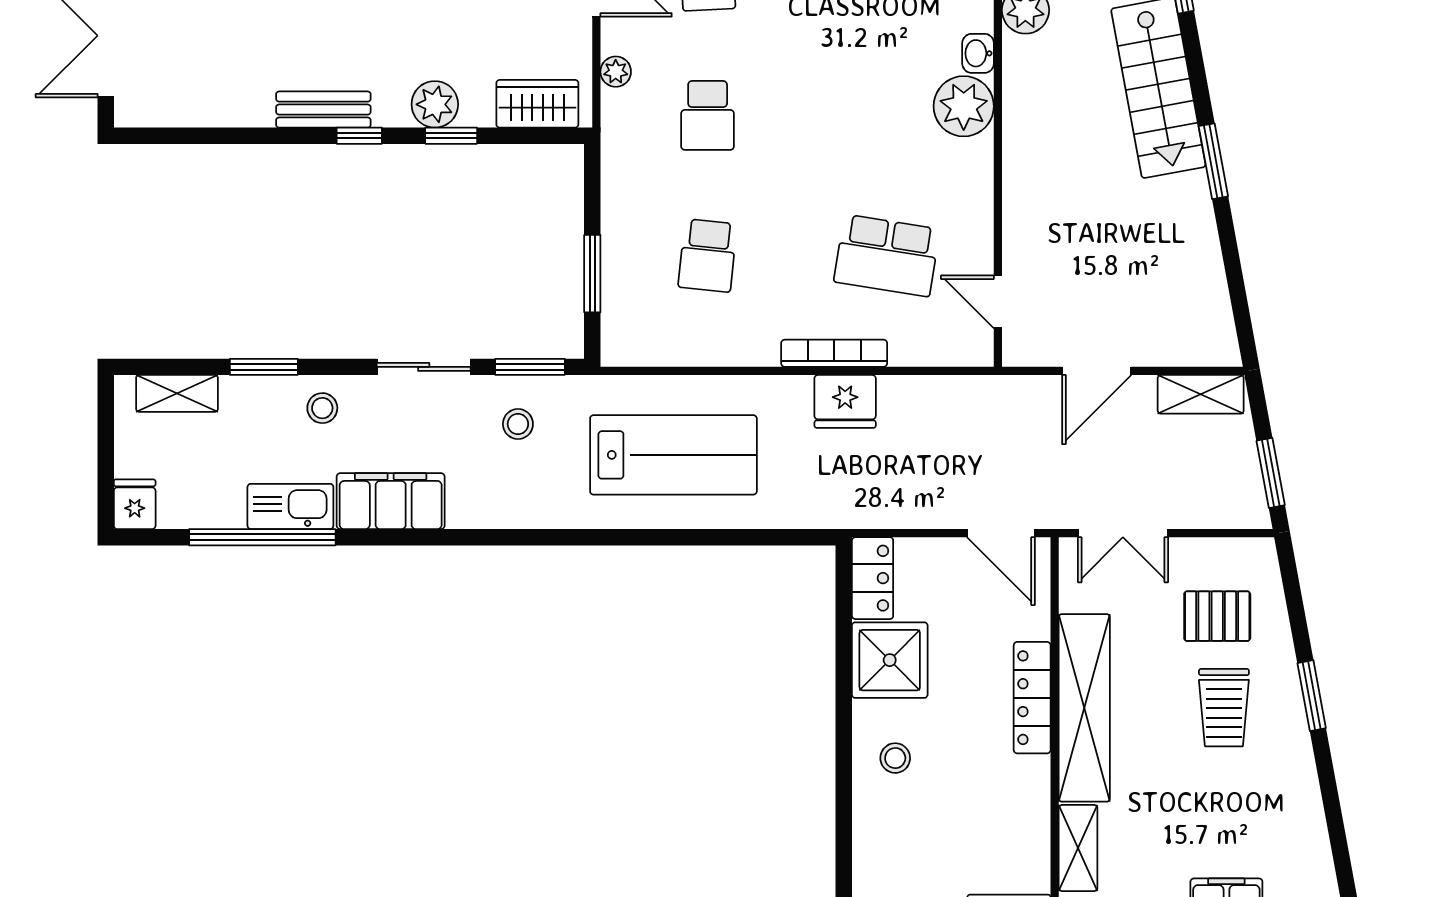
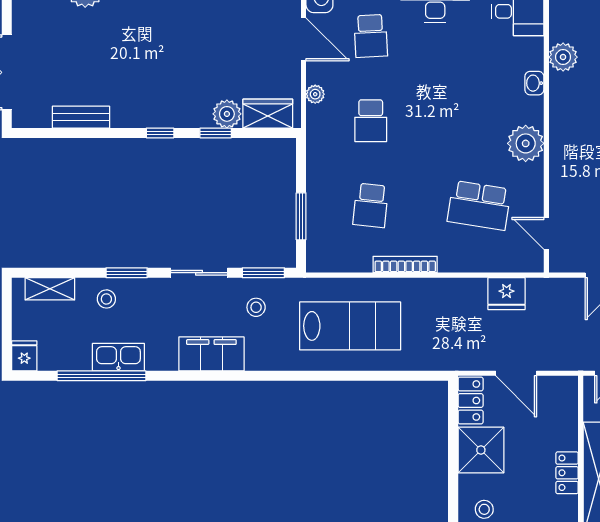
plant: (435, 104) -> (227, 114), moved
plant: (964, 106) -> (526, 143), moved
bench: (323, 110) -> (81, 117), moved
bookcase: (834, 353) -> (405, 265), moved
window: (264, 367) -> (127, 273), moved
fridge: (845, 401) -> (507, 294), moved
stool: (322, 408) -> (106, 299), moved
filing cabinet: (391, 501) -> (211, 354), moved
door: (1001, 533) -> (516, 373), moved
locker: (1032, 698) -> (567, 473), width x0.66

